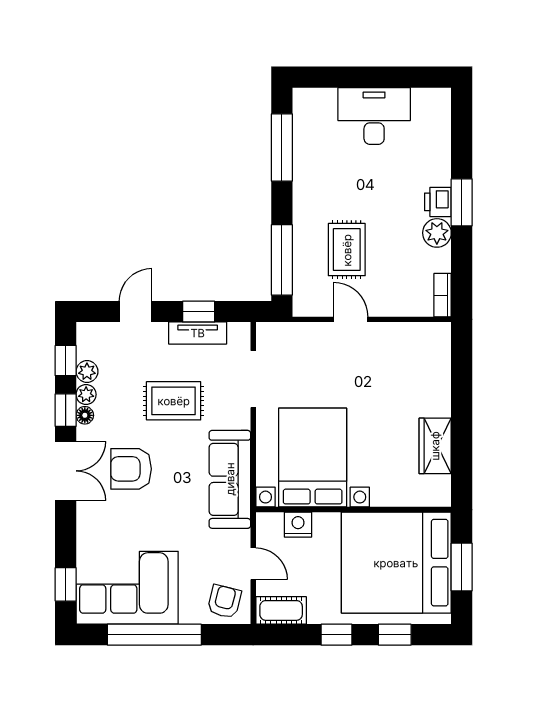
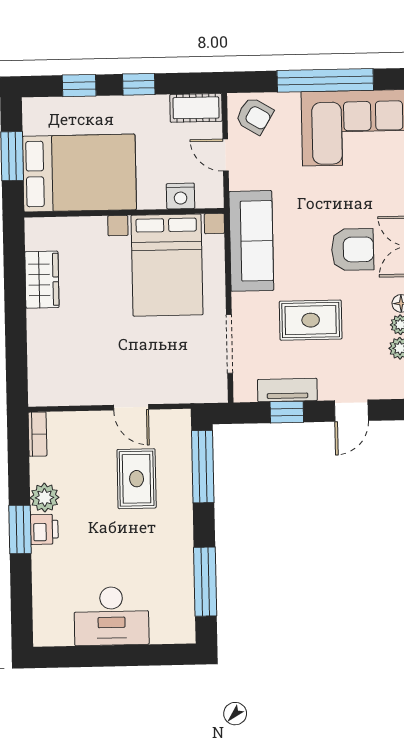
bed: (396, 563) -> (79, 173), width x0.73
armchair: (224, 602) -> (254, 116), turned -73

